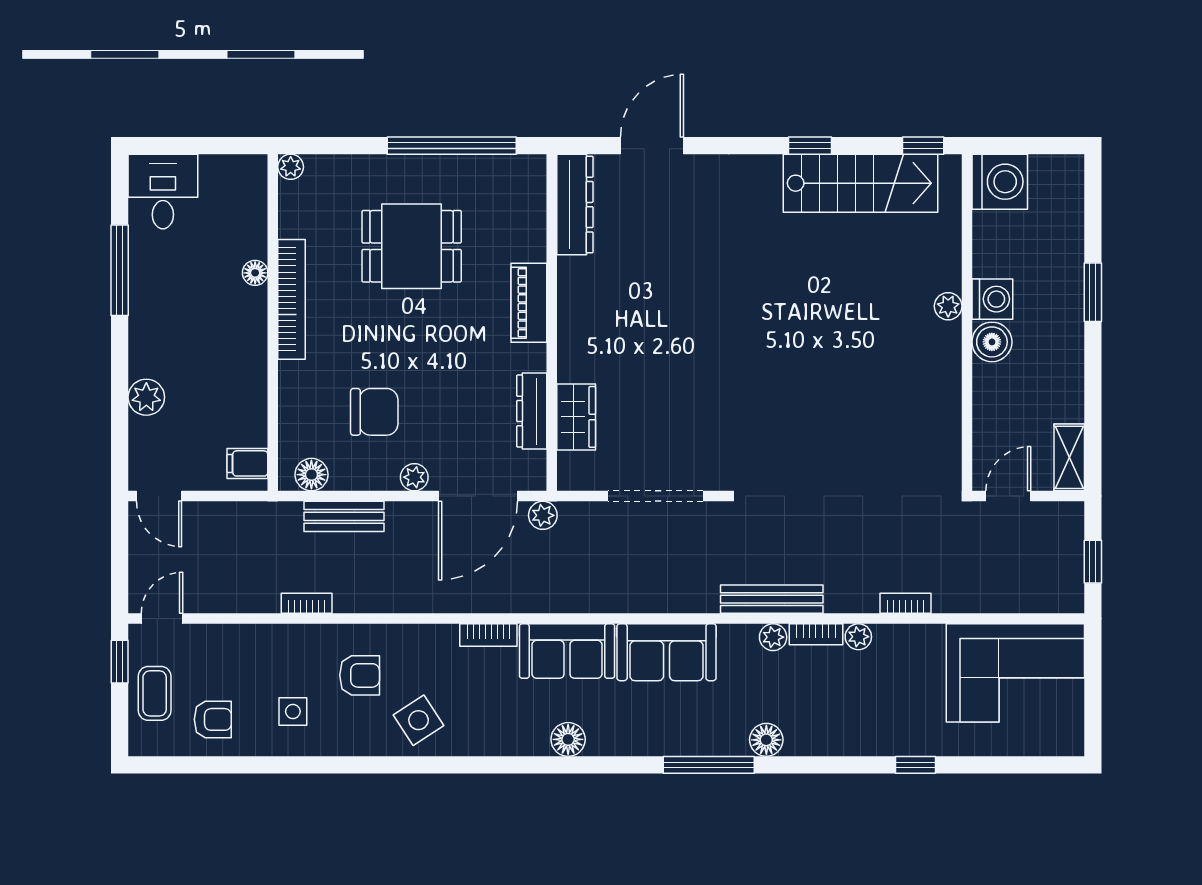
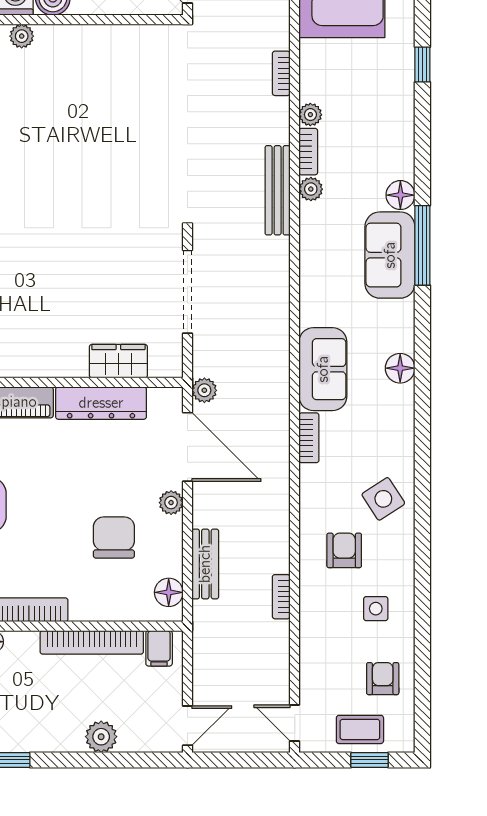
bookcase: (254, 386) -> (92, 642), added
dresser: (532, 411) -> (101, 403), width x1.37, depth x1.24
sofa: (667, 652) -> (390, 255), moved, turned 180
window: (120, 662) -> (369, 760), moved

